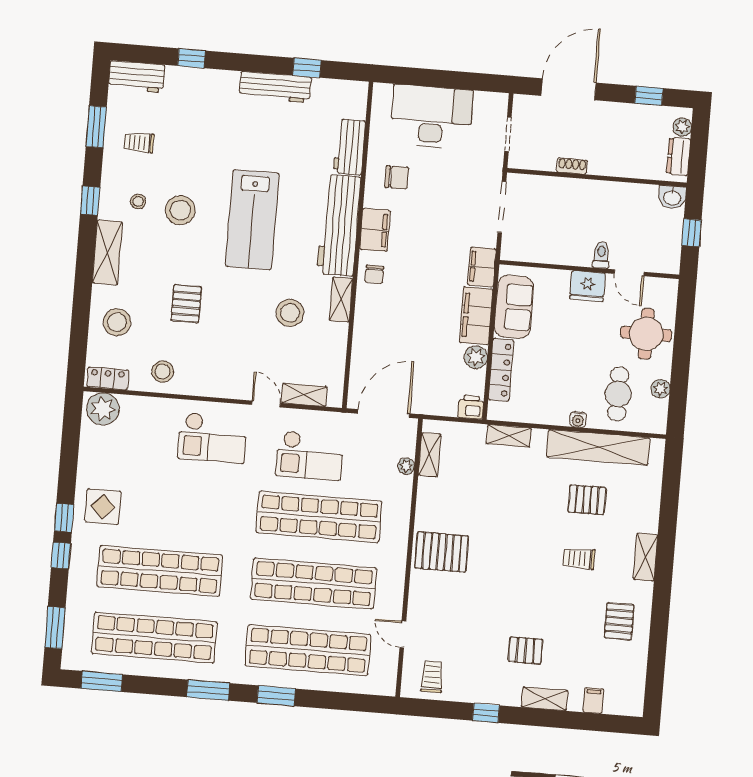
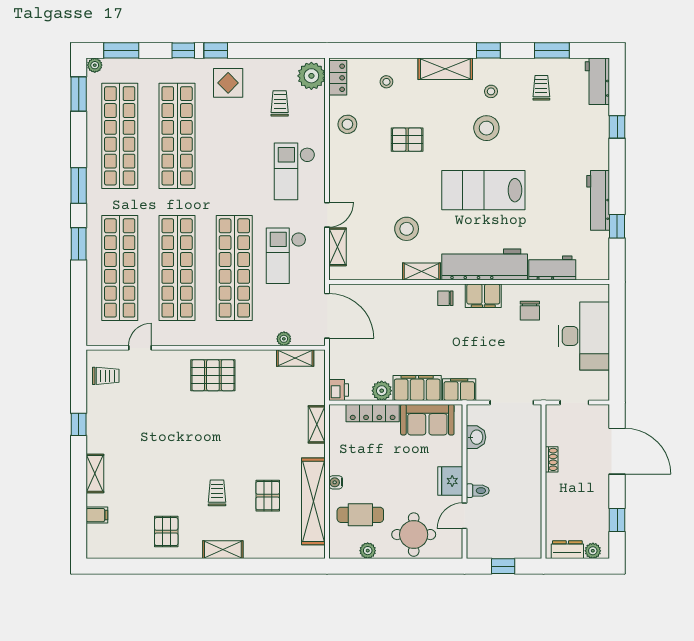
washbasin: (672, 197) -> (476, 437), moved, turned 180
stool: (117, 322) -> (386, 82), width x0.53, depth x0.53
trolley: (132, 448) -> (280, 103), added
pallet: (442, 552) -> (213, 375), turned 90
pallet: (619, 621) -> (166, 532), turned 90
pallet: (525, 650) -> (135, 454), removed
plant: (70, 660) -> (95, 65), added

